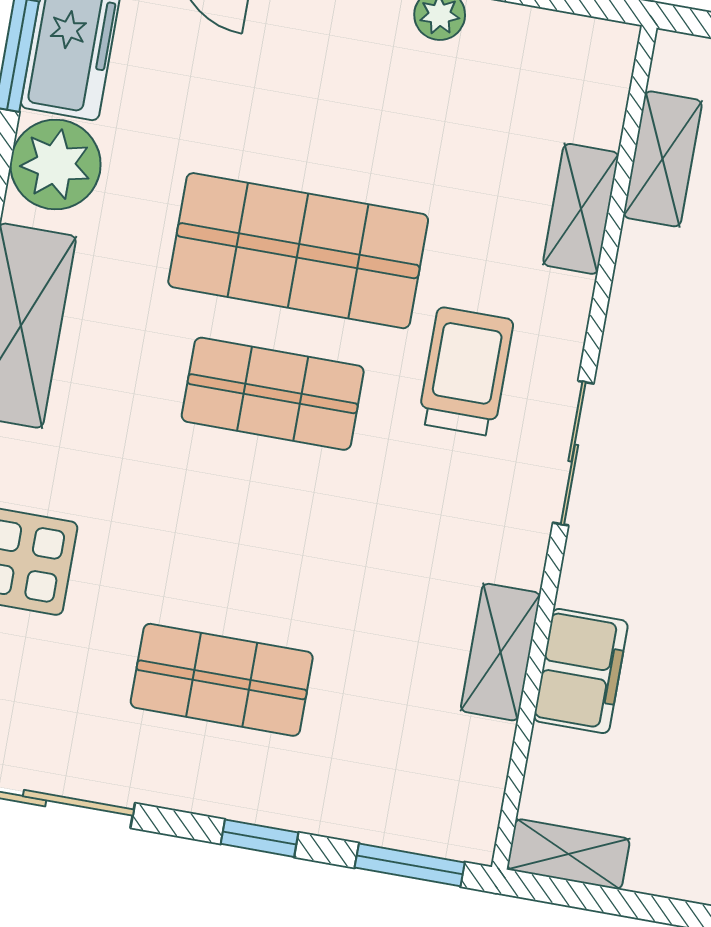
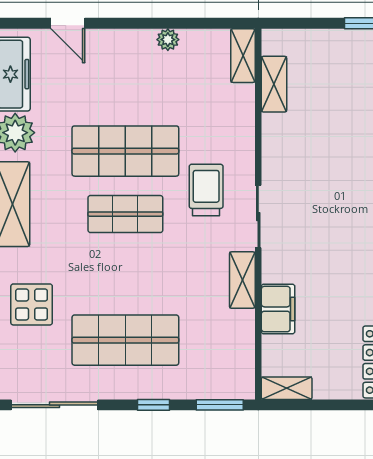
shelving: (581, 209) -> (243, 56), moved
shelving: (500, 652) -> (242, 280), moved
shop shelf: (222, 680) -> (125, 340), width x1.43, depth x1.36

